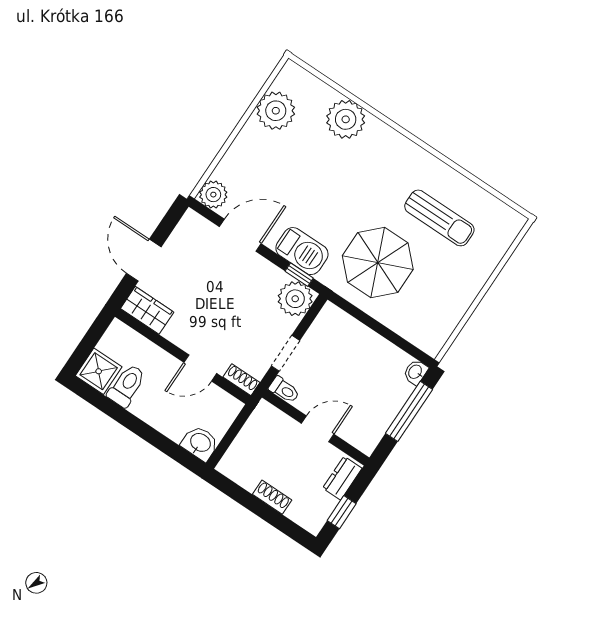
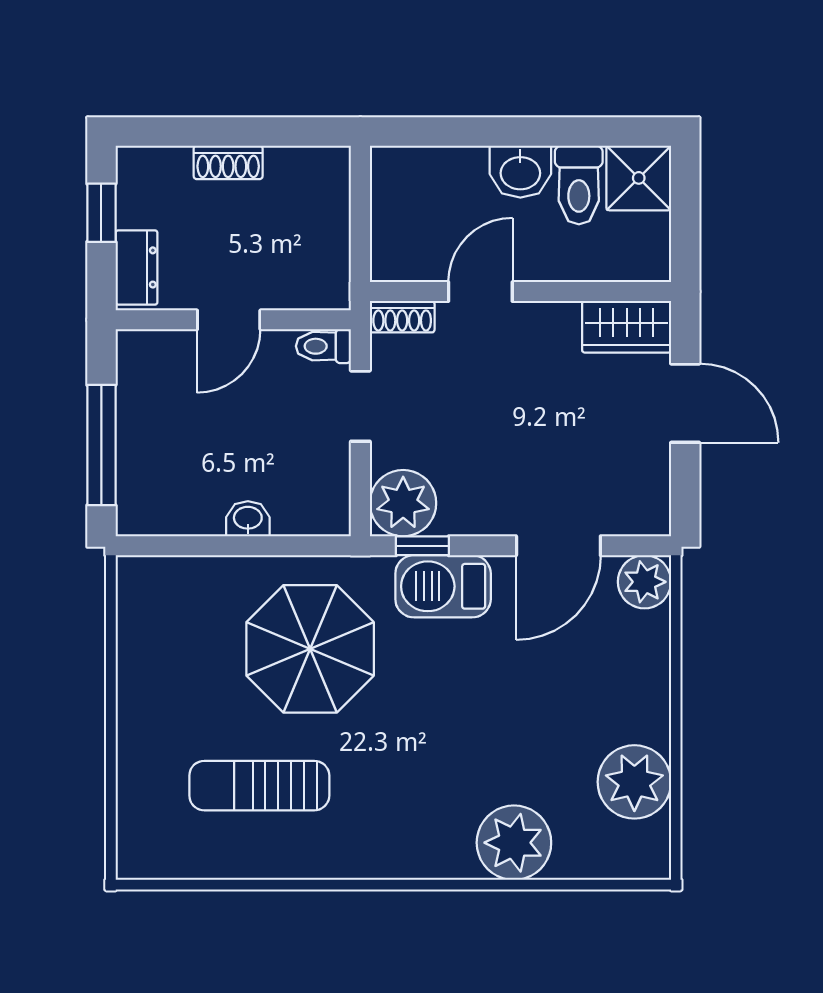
washbasin: (415, 372) -> (248, 519), moved, turned -90
washbasin: (200, 443) -> (520, 172), moved

